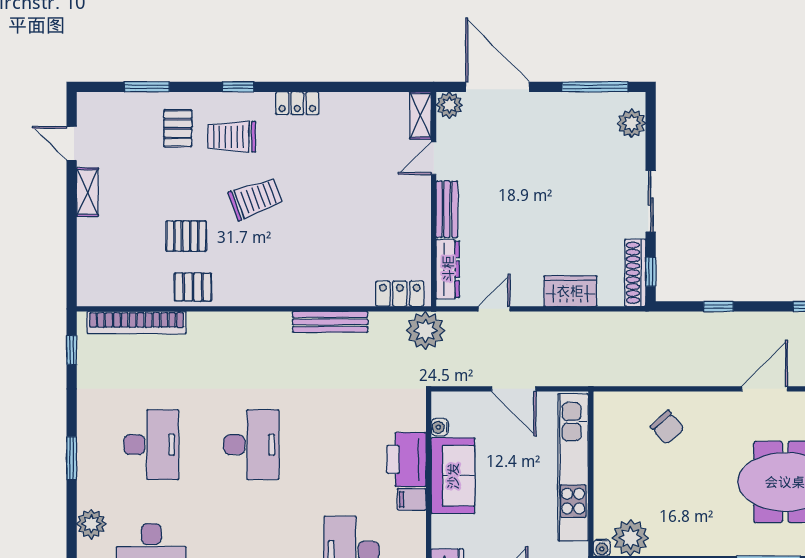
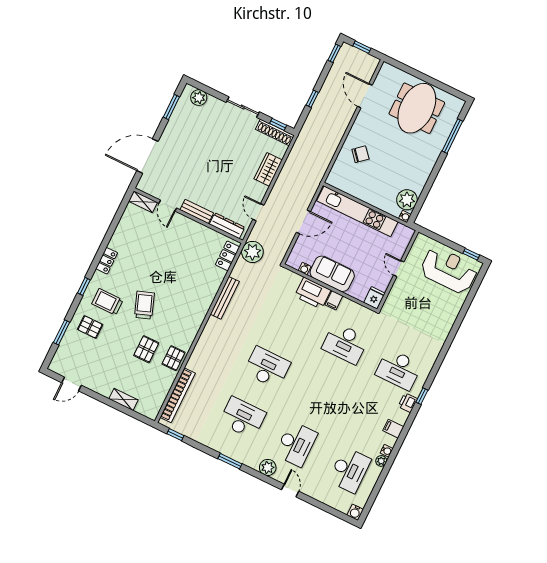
window: (595, 87) -> (171, 107), width x0.69
plant: (449, 105) -> (145, 185), removed
trolley: (232, 137) -> (107, 302), turned 90
shelving: (87, 192) -> (123, 399), moved

